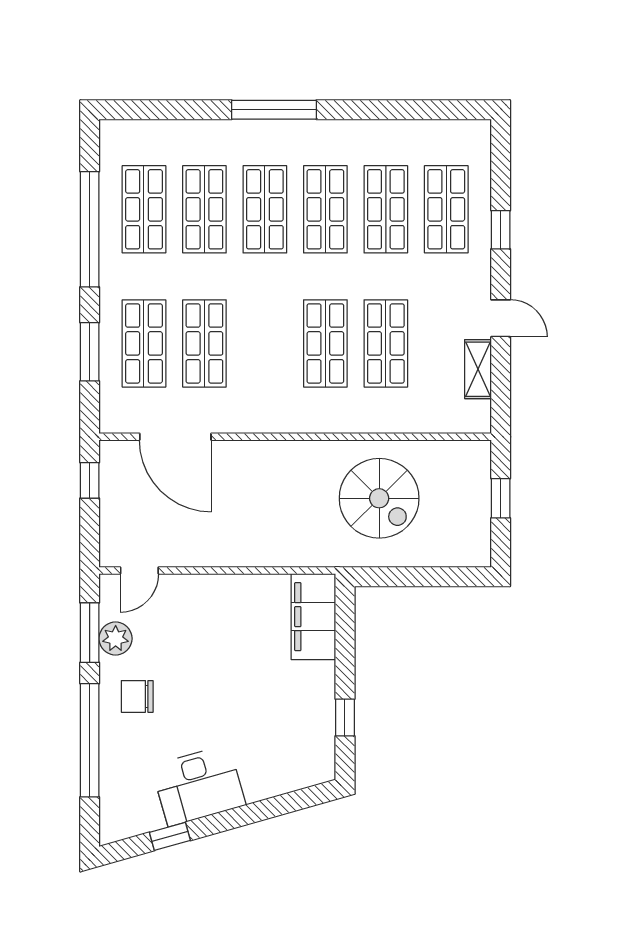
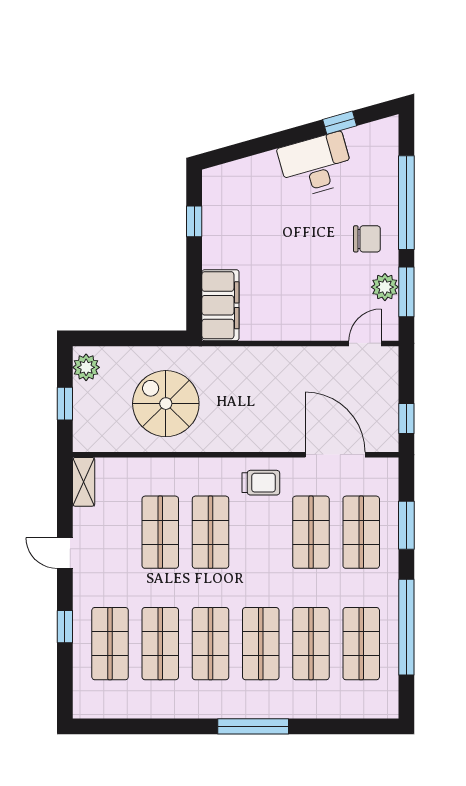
shelving: (478, 369) -> (84, 482), moved
trolley: (265, 403) -> (261, 483), added
plant: (475, 542) -> (86, 367), added

